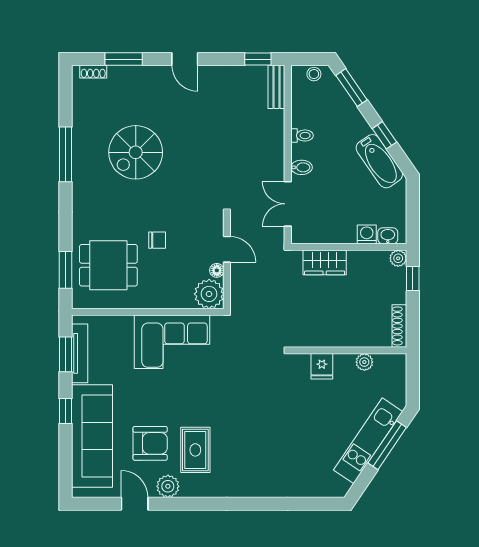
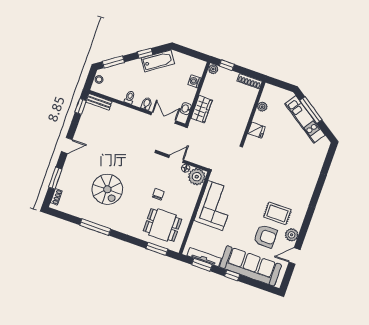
double door: (288, 204) -> (163, 118), swing flipped
washbasin: (388, 236) -> (186, 109), moved
dining table: (108, 265) -> (162, 225), turned 90
armchair: (150, 443) -> (265, 236), turned 90

